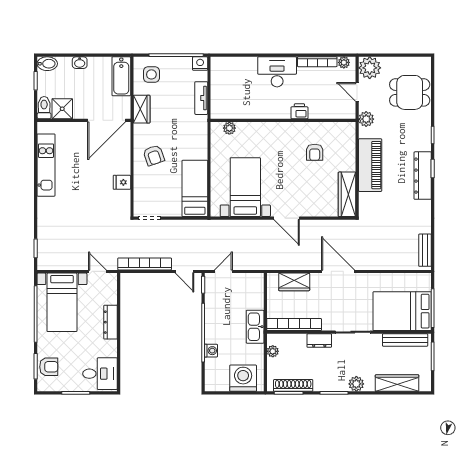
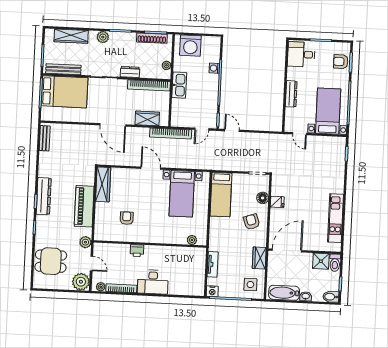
bathtub: (121, 76) -> (284, 293), moved, turned -90
floor lamp: (141, 187) -> (263, 198), added
bookcase: (145, 264) -> (171, 133), moved

